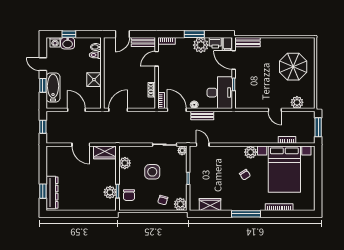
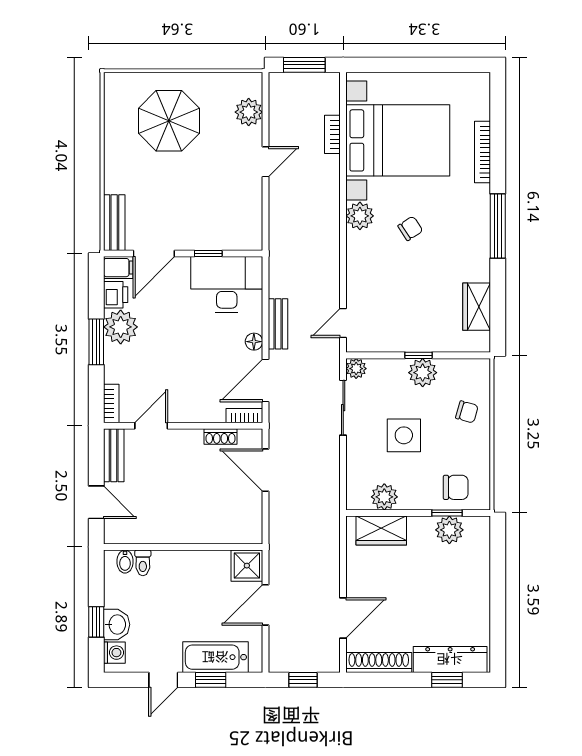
door: (157, 59) -> (151, 426), swing flipped
shower: (94, 80) -> (247, 566), moved
door: (118, 110) -> (265, 470), moved
door: (81, 145) -> (343, 618), moved
wardrobe: (105, 152) -> (381, 530), moved, turned 90
shoe rack: (51, 161) -> (379, 662), added
plant: (180, 204) -> (423, 373), moved

